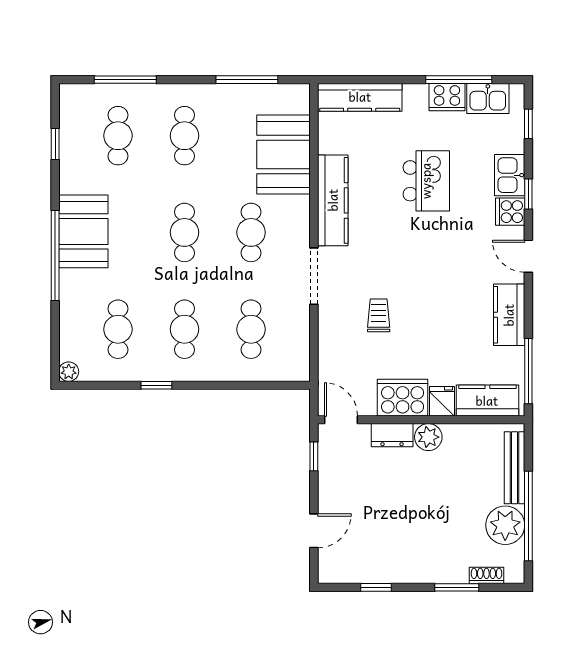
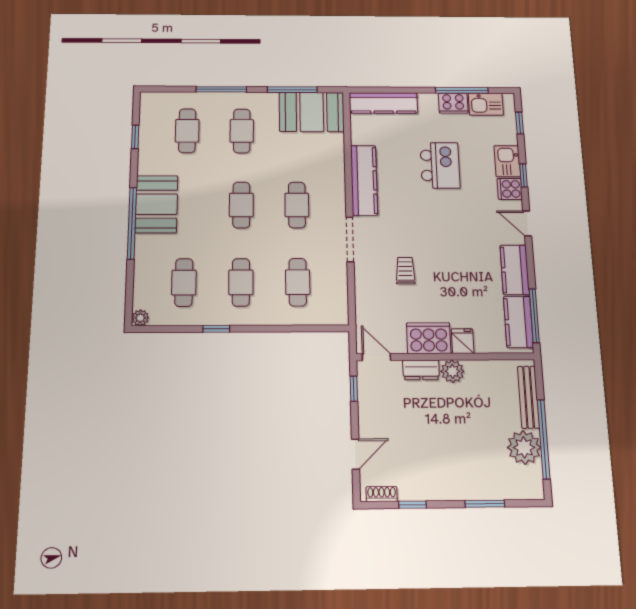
window: (125, 80) -> (221, 89), moved
booth: (284, 155) -> (312, 112), moved, turned 90
kitchen counter: (487, 401) -> (518, 322), moved, turned -90
shoe rack: (486, 575) -> (382, 494), moved

